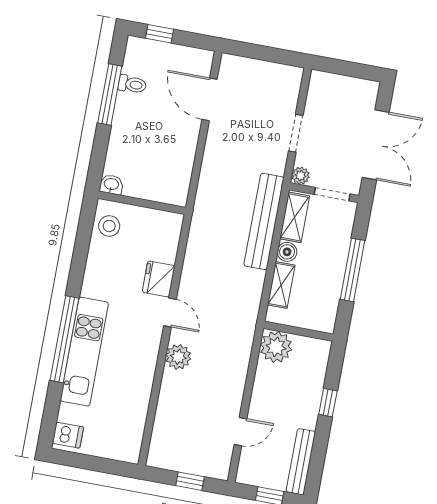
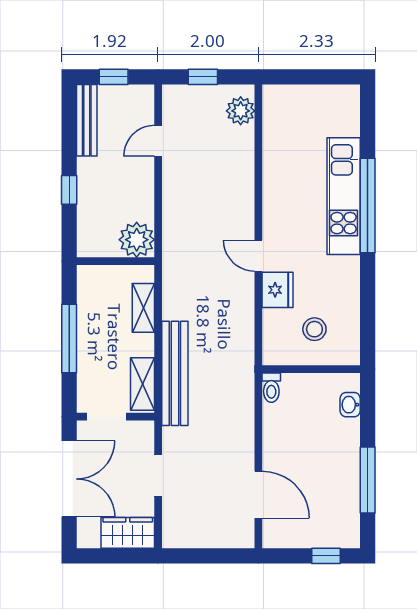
toilet: (132, 84) -> (271, 388), moved, turned -90
wardrobe: (332, 87) -> (128, 533), added
double door: (376, 145) -> (69, 479), swing flipped
plant: (301, 176) -> (145, 430), removed
washbasin: (111, 185) -> (350, 405), moved, turned 90
stool: (109, 226) -> (314, 329), moved
boiler: (287, 252) -> (144, 345), removed
plant: (178, 357) -> (241, 111), moved
dishwasher: (68, 435) -> (345, 102), removed

